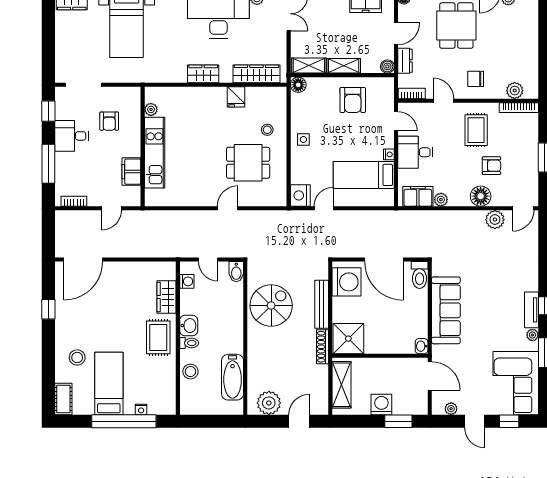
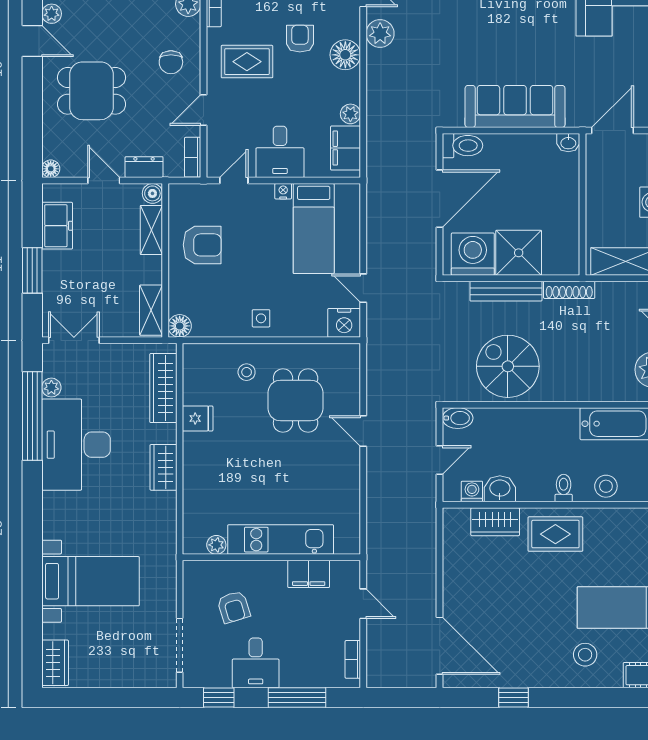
shelving: (344, 66) -> (151, 230), moved
armchair: (109, 121) -> (234, 607), turned 73
washbasin: (189, 326) -> (500, 489), moved
shower: (348, 339) -> (519, 253), moved

